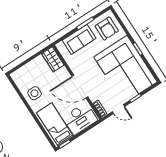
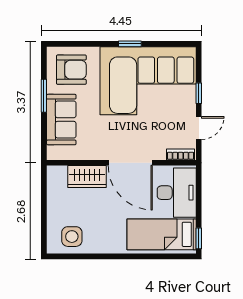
wardrobe: (53, 59) -> (87, 176), moved
door: (80, 87) -> (130, 163), hinge flipped
side table: (34, 93) -> (72, 237), moved

